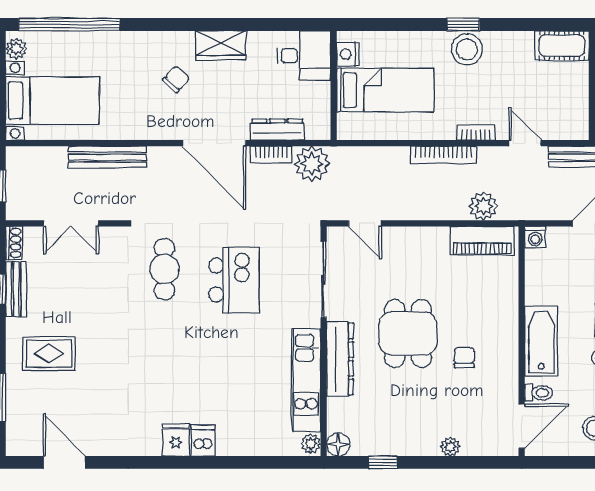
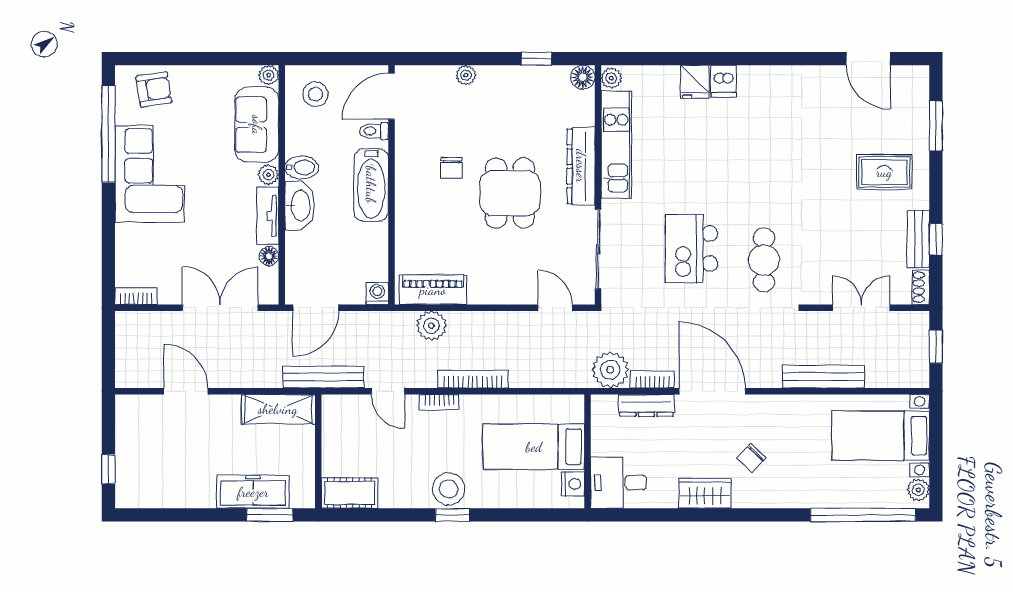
fridge: (176, 440) -> (695, 82), moved

